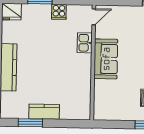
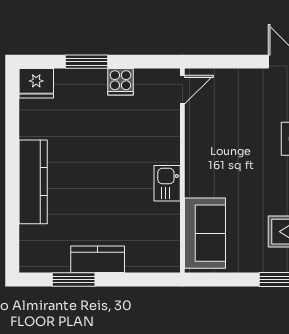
kitchen sink: (85, 43) -> (167, 183), moved
sofa: (106, 59) -> (205, 233), moved

